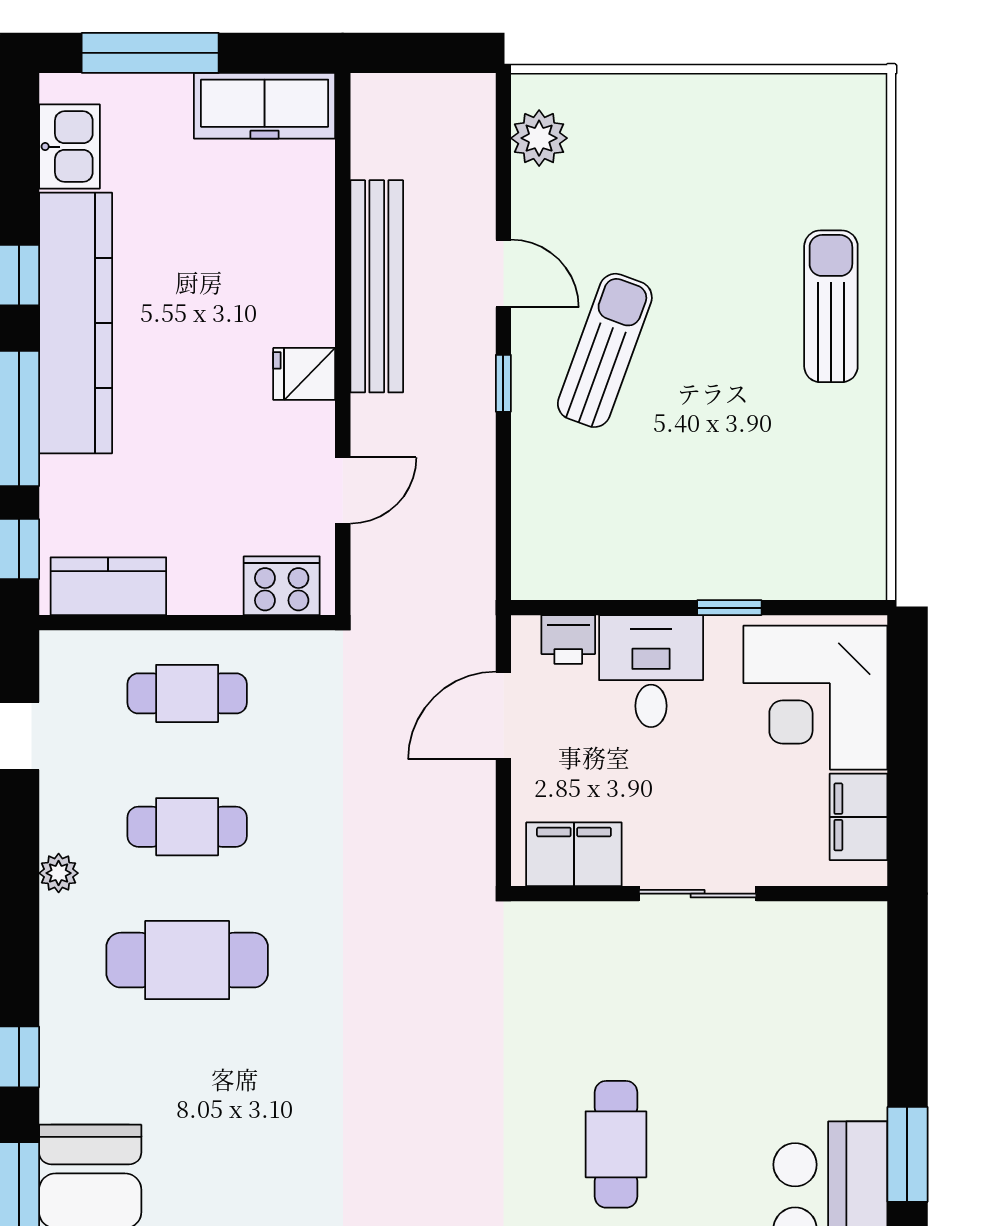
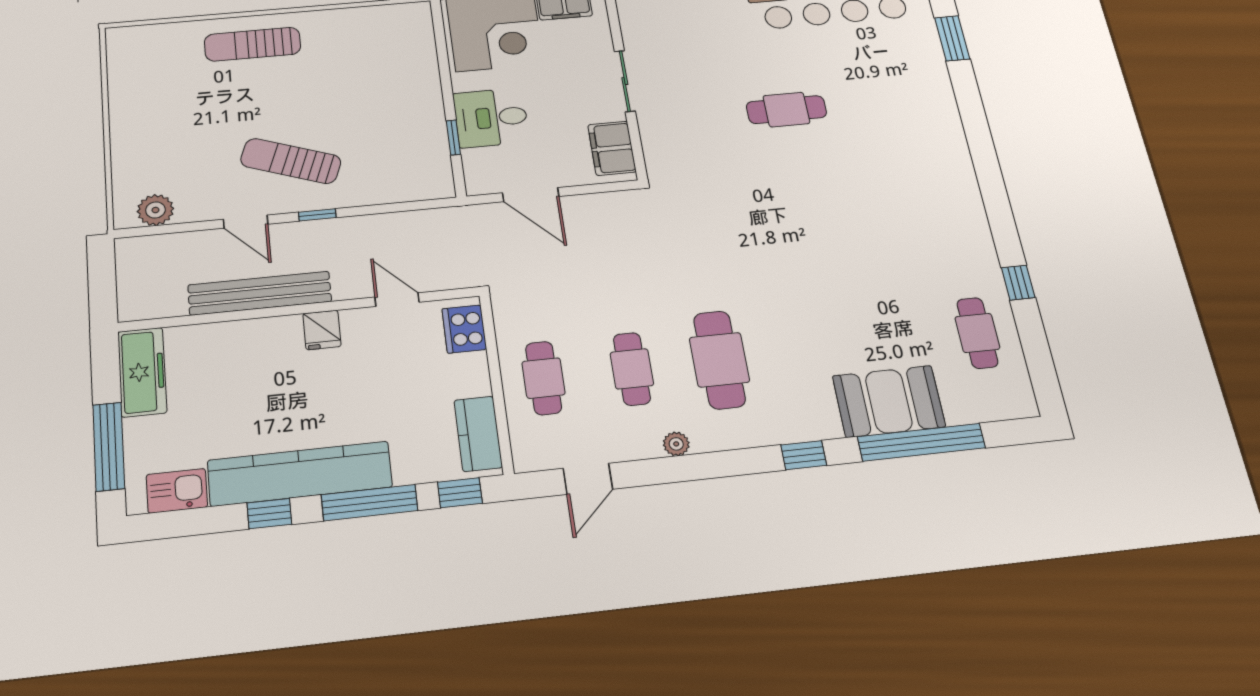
door: (503, 273) -> (246, 222), swing flipped
window: (729, 608) -> (453, 137), moved
printer: (568, 639) -> (477, 164), removed

